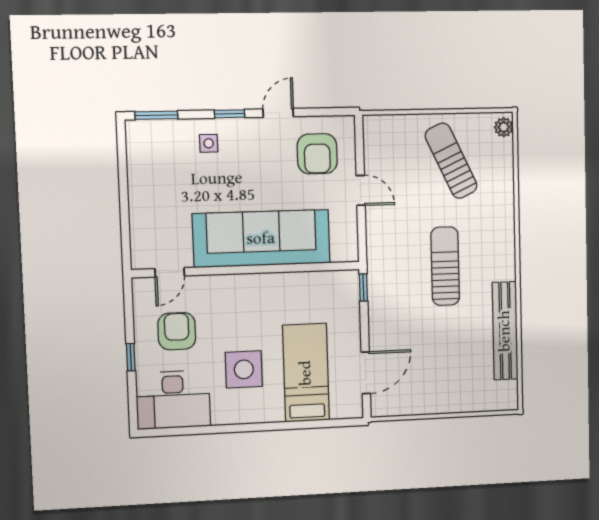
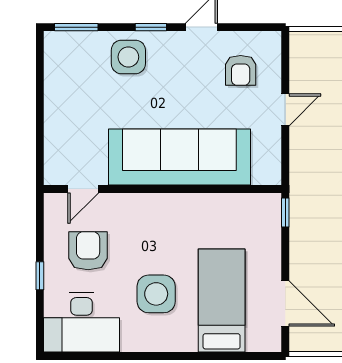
side table: (209, 143) -> (128, 57), width x1.87, depth x1.87
armchair: (317, 154) -> (241, 70), width x0.72, depth x0.72
door: (361, 190) -> (285, 110), hinge flipped
door: (366, 373) -> (285, 304), hinge flipped

